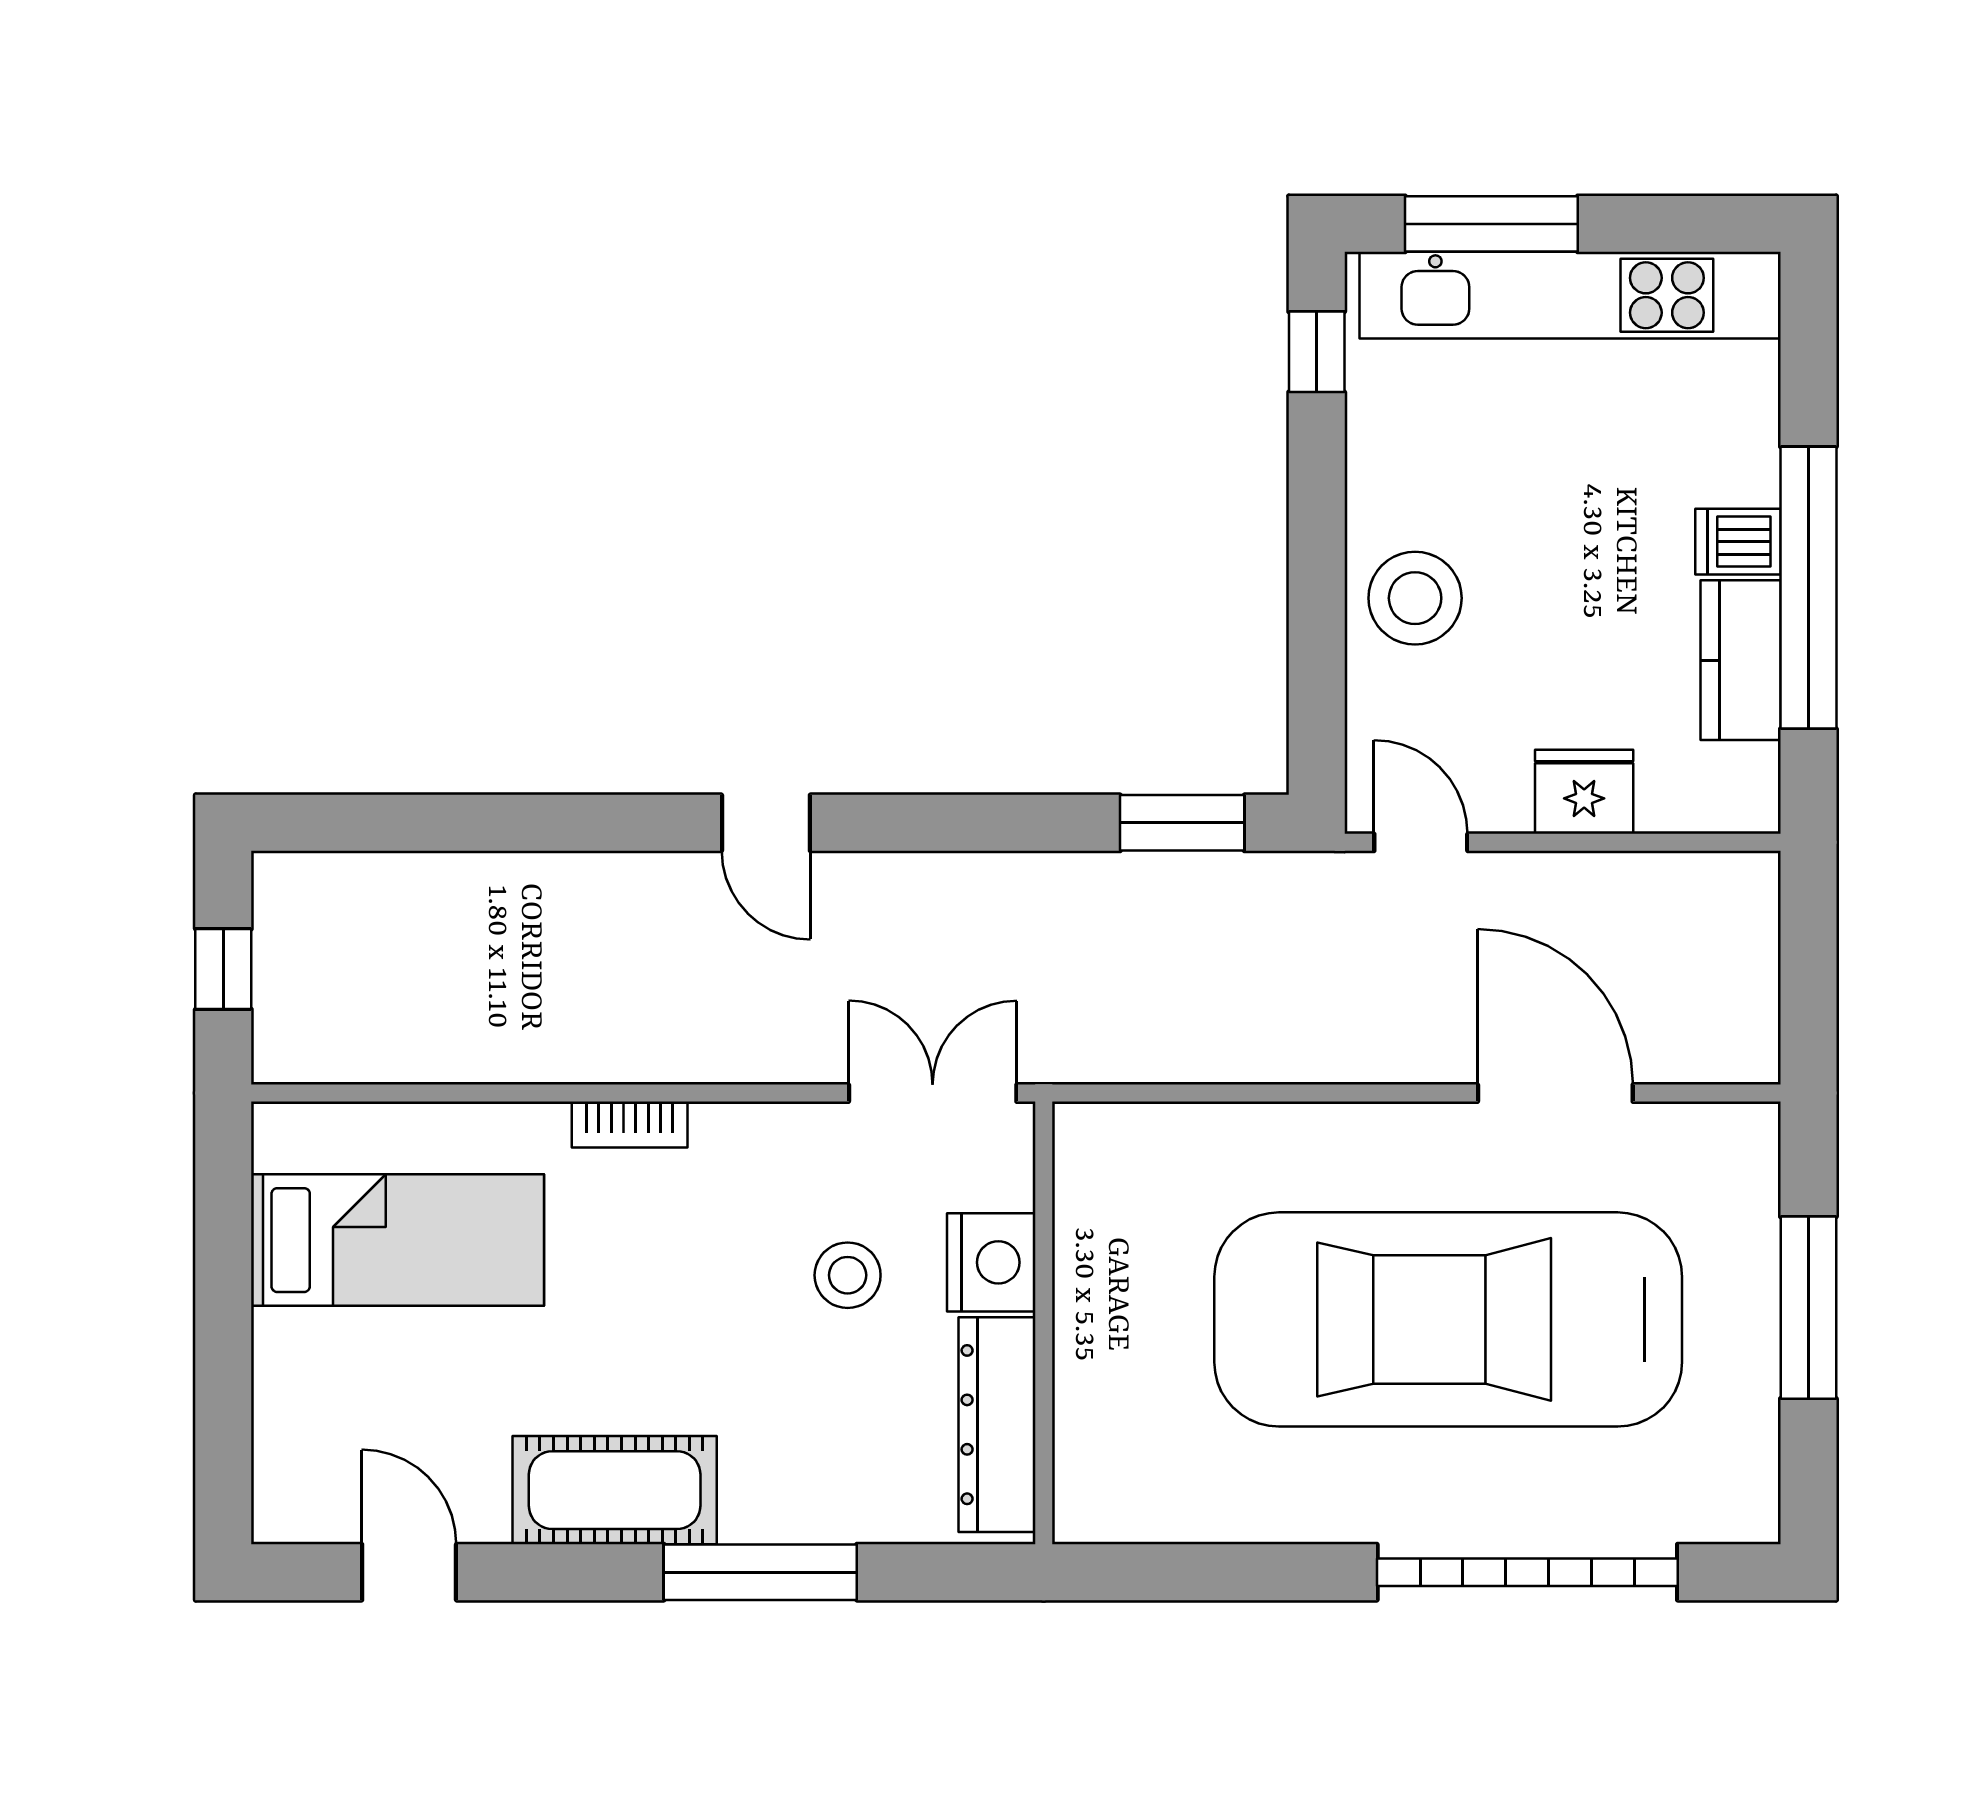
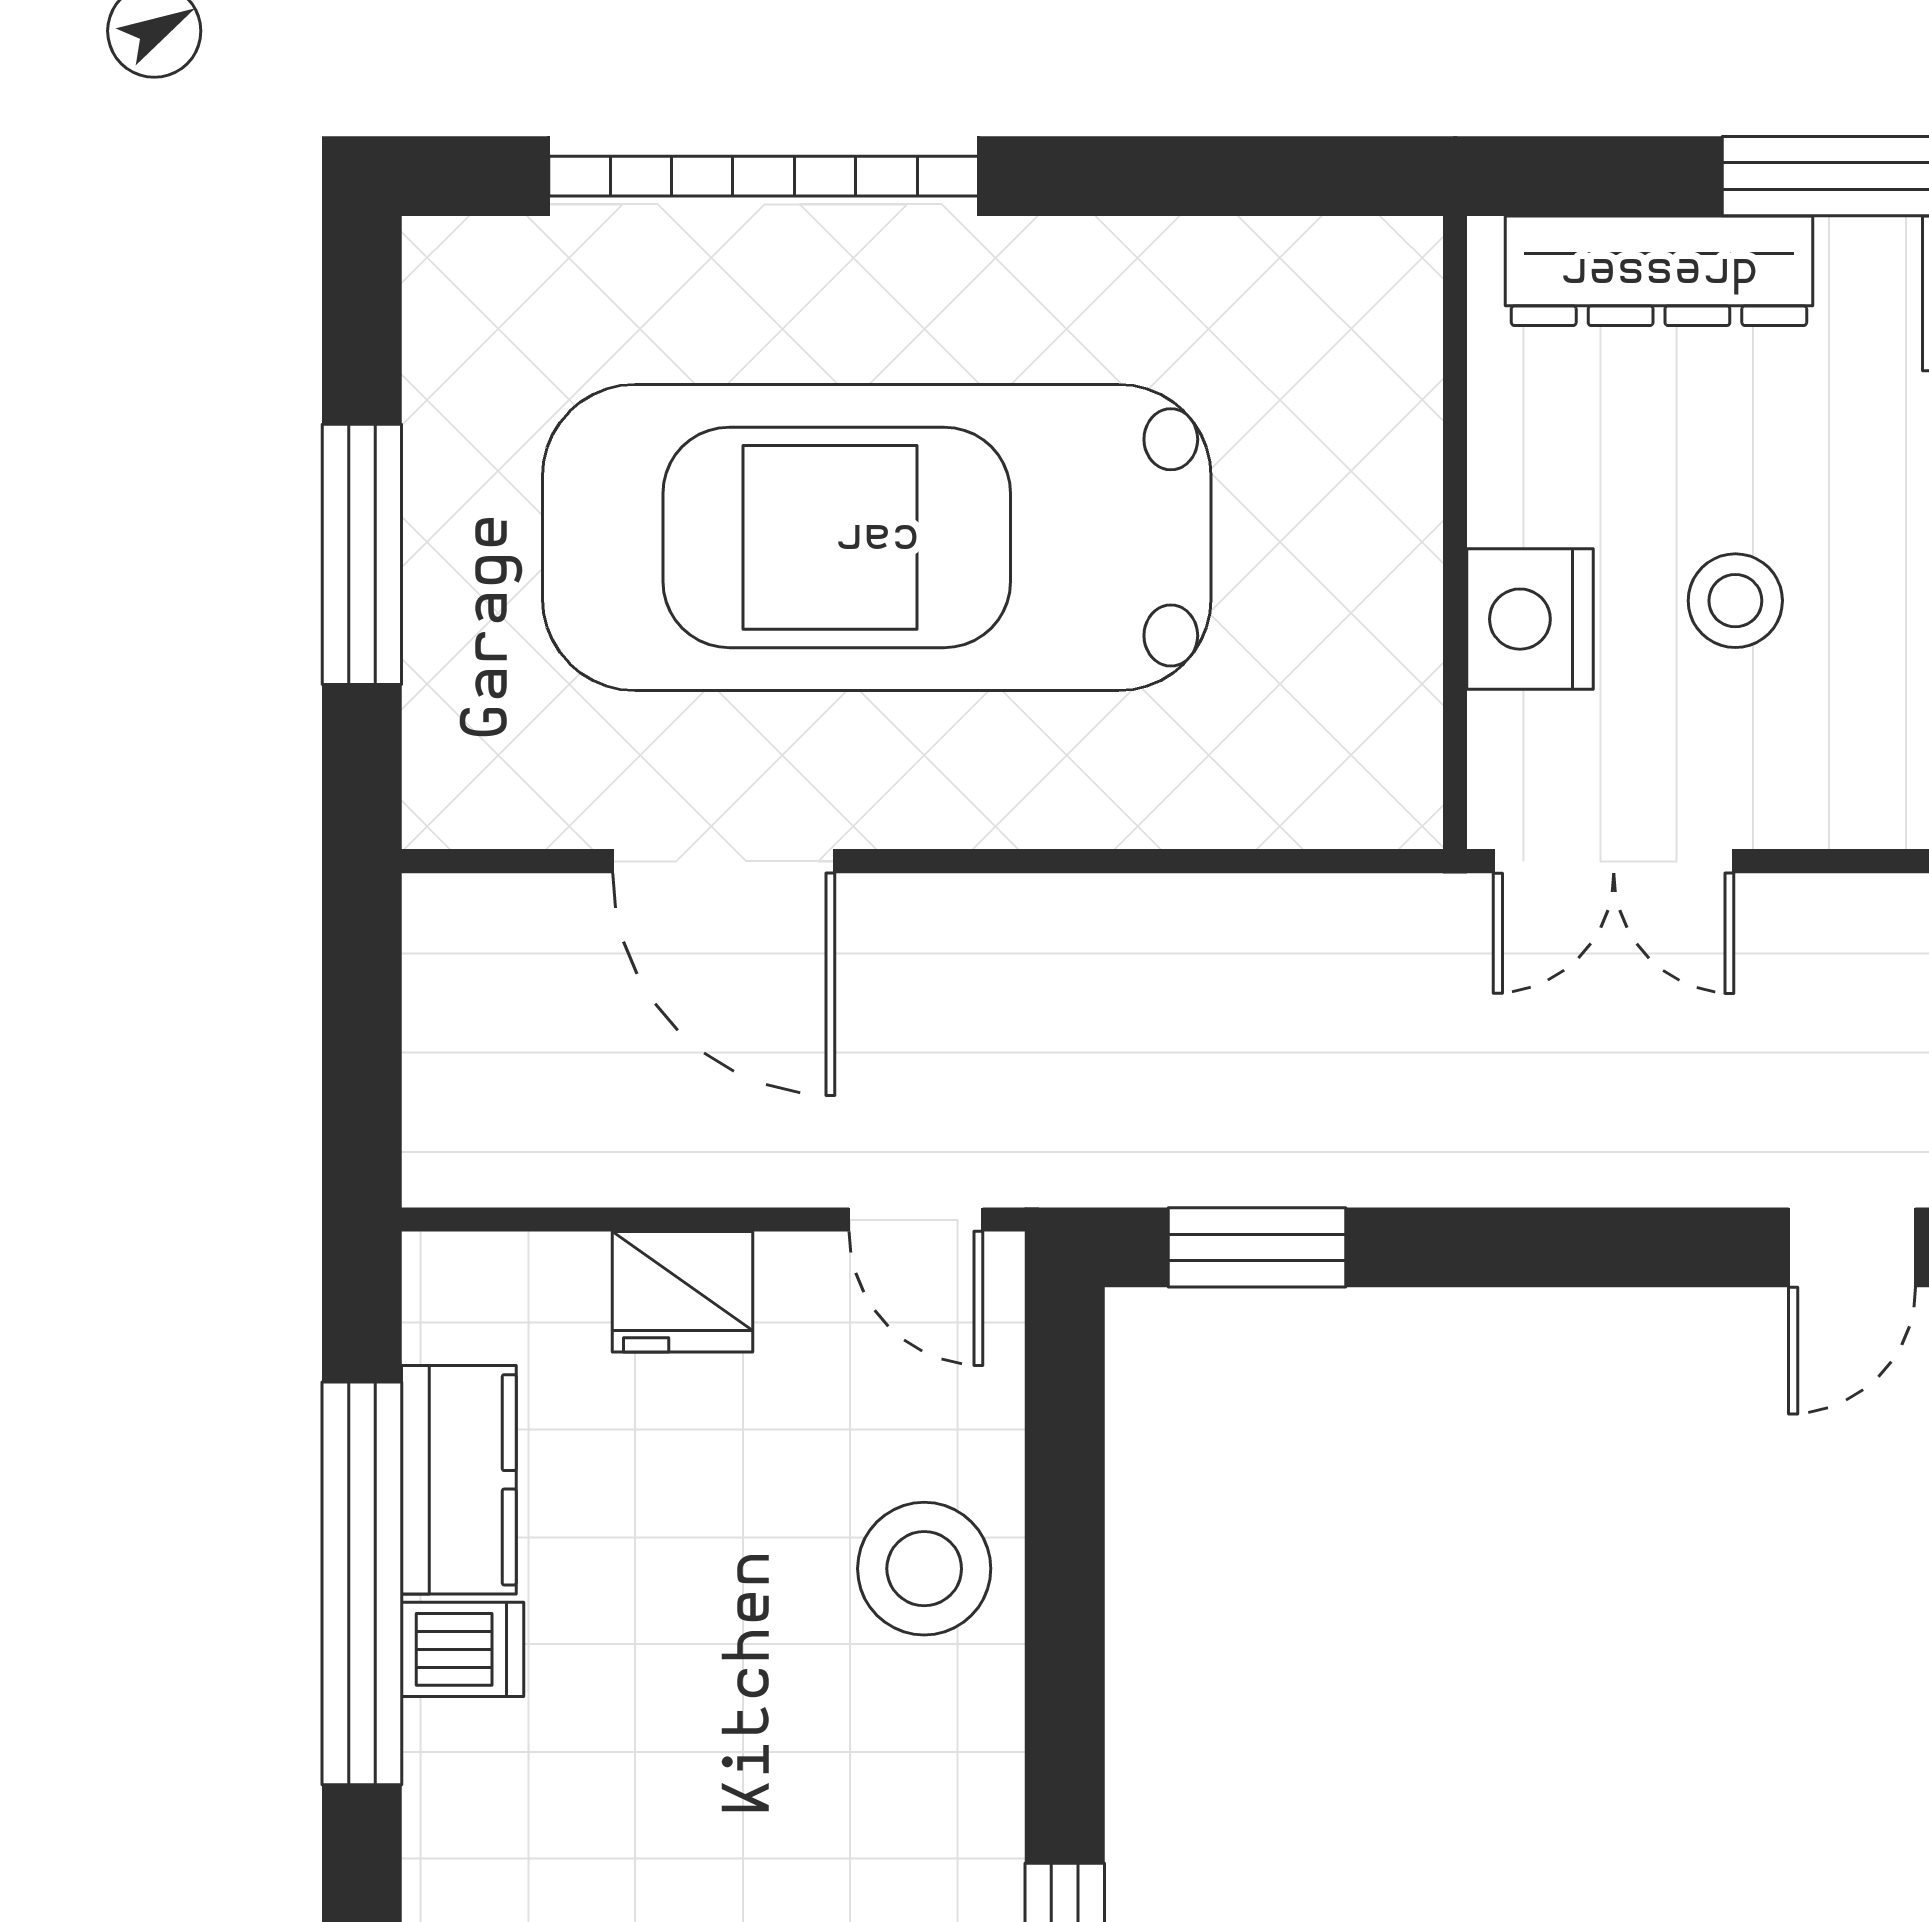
door: (766, 823) -> (1852, 1247), swing flipped
car: (1448, 1319) -> (877, 537), turned 180
dresser: (997, 1425) -> (1659, 271), moved, turned 90

